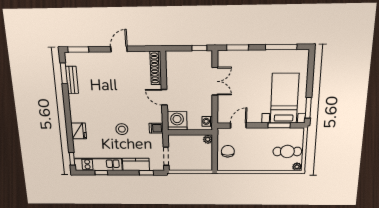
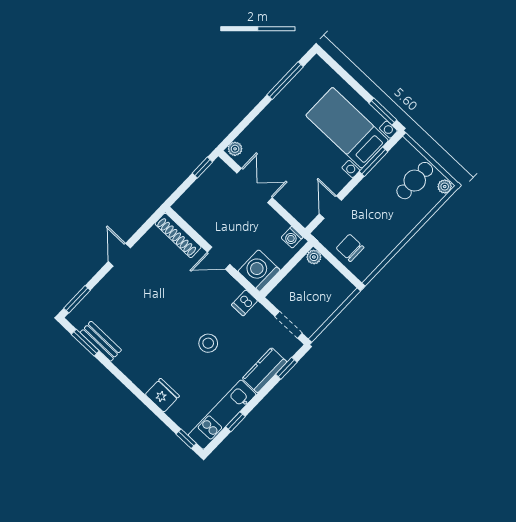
window: (238, 48) -> (241, 127), removed
plant: (224, 55) -> (235, 149), added

